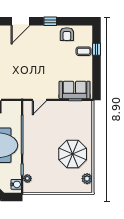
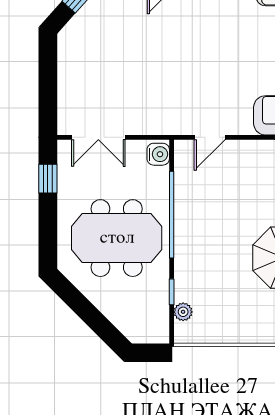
water cooler: (16, 184) -> (158, 154), moved

